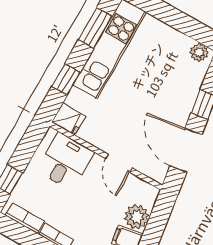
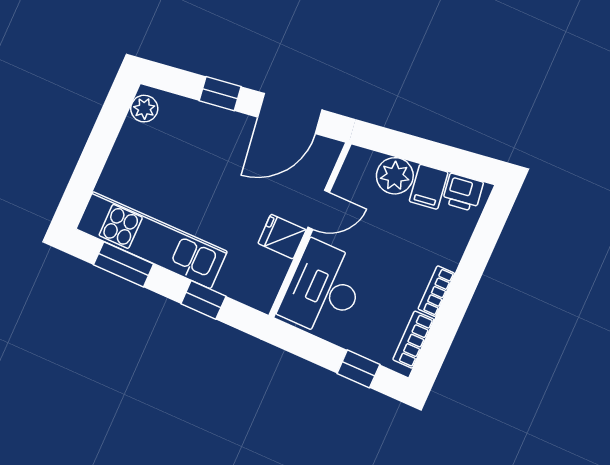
fridge: (68, 119) -> (282, 237), moved, turned -90
desk: (65, 161) -> (324, 289), width x1.37

